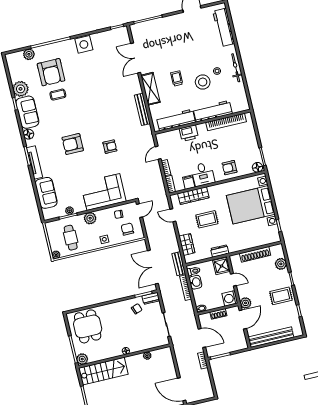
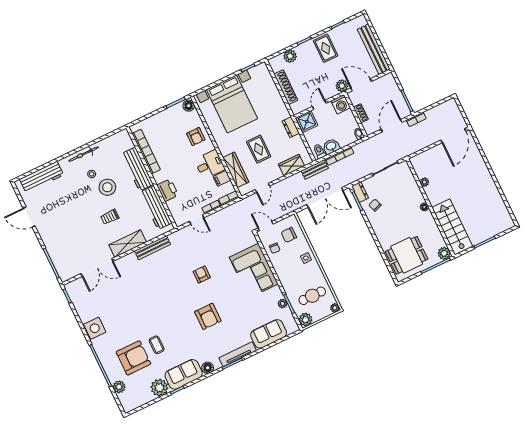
plant: (90, 218) -> (305, 320), moved

